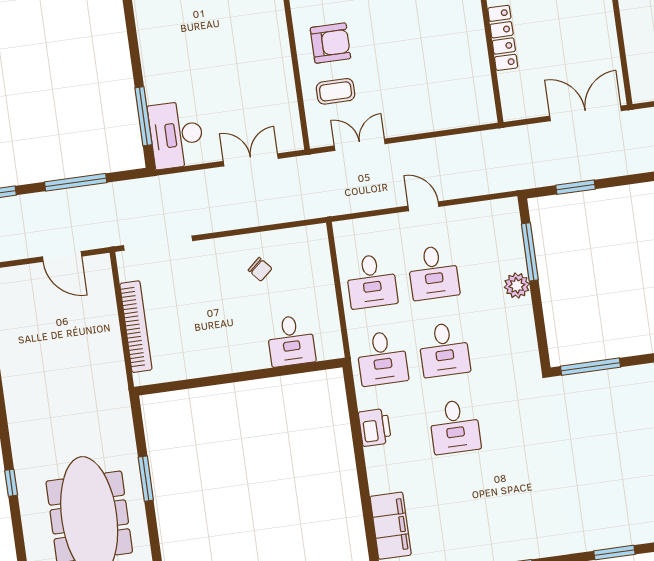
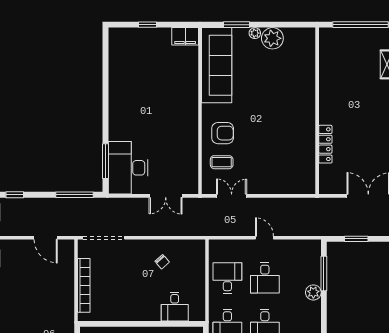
desk: (176, 135) -> (128, 168), width x1.36, depth x1.30
double door: (251, 160) -> (166, 196), swing flipped
window: (76, 182) -> (74, 195), moved
desk: (372, 281) -> (227, 278), turned 180

